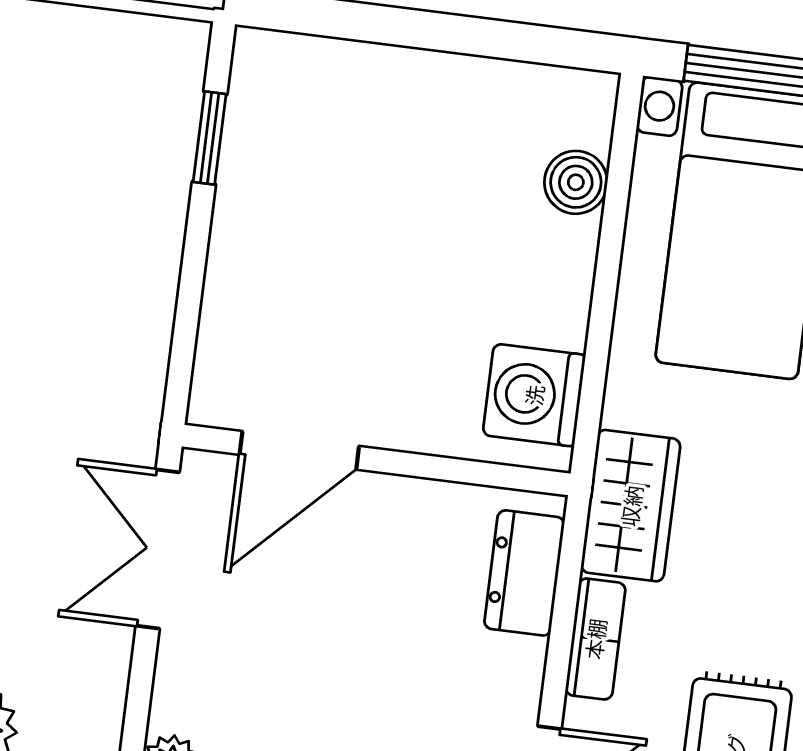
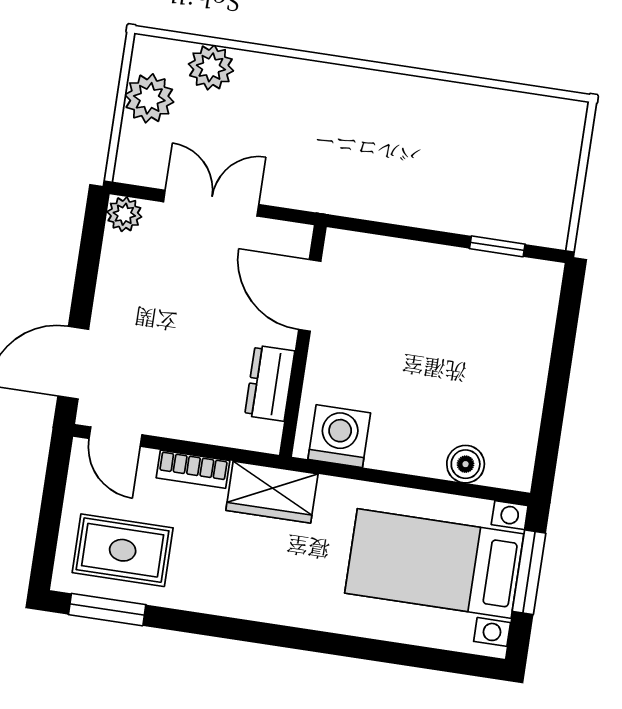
double door: (158, 549) -> (211, 203), moved
dresser: (524, 573) -> (270, 383), moved, turned -90

